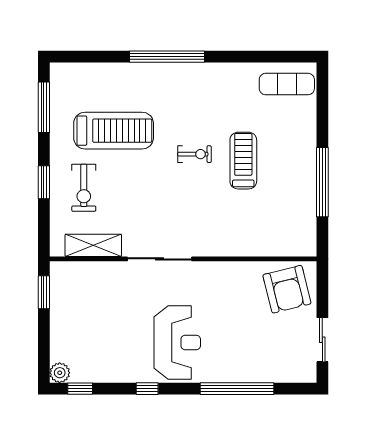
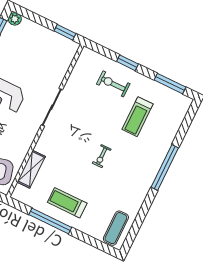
treadmill: (114, 131) -> (137, 117), width x0.73, depth x0.73
treadmill: (243, 161) -> (67, 203), moved, turned 180
shelving: (93, 245) -> (31, 169), moved

